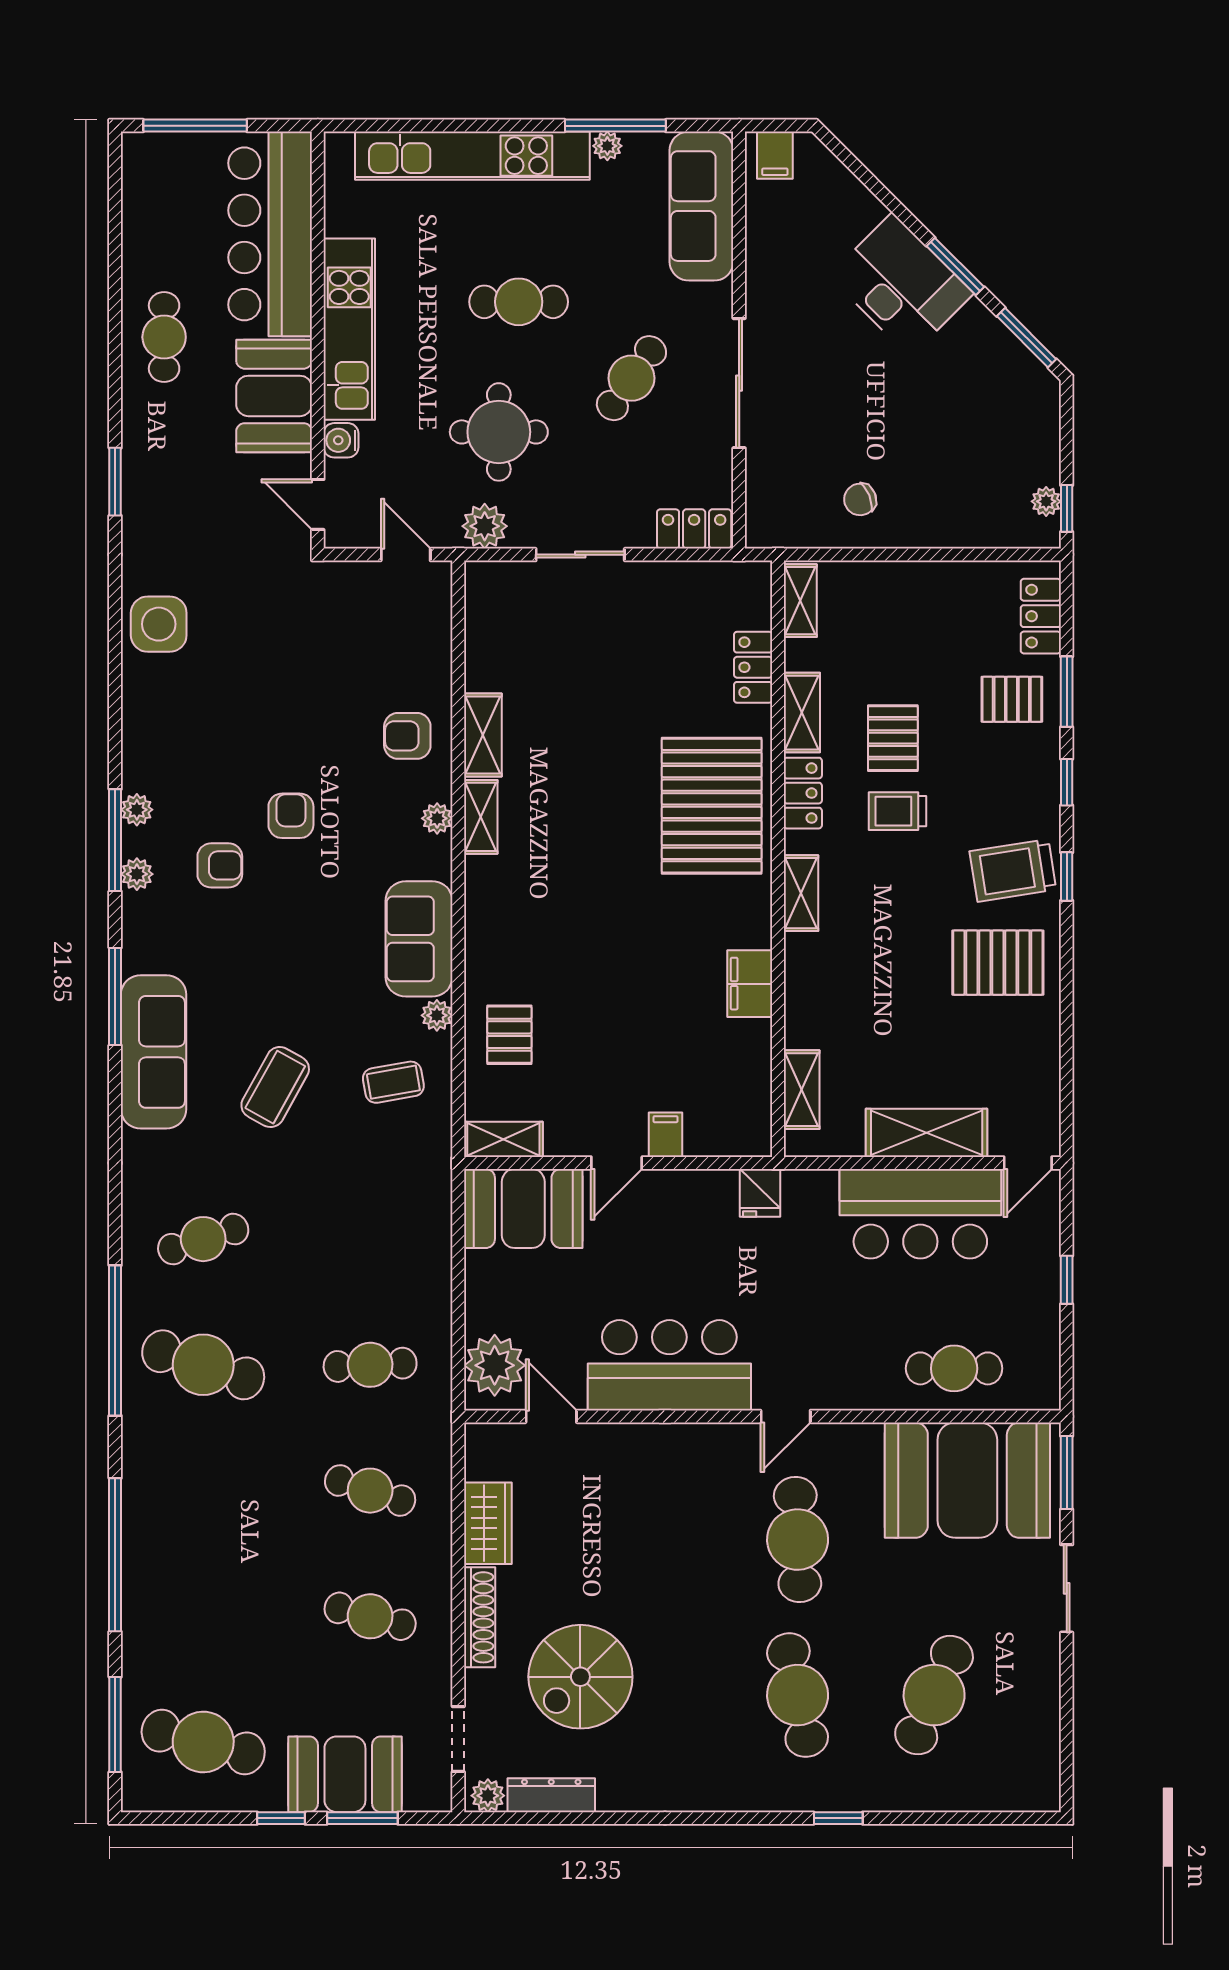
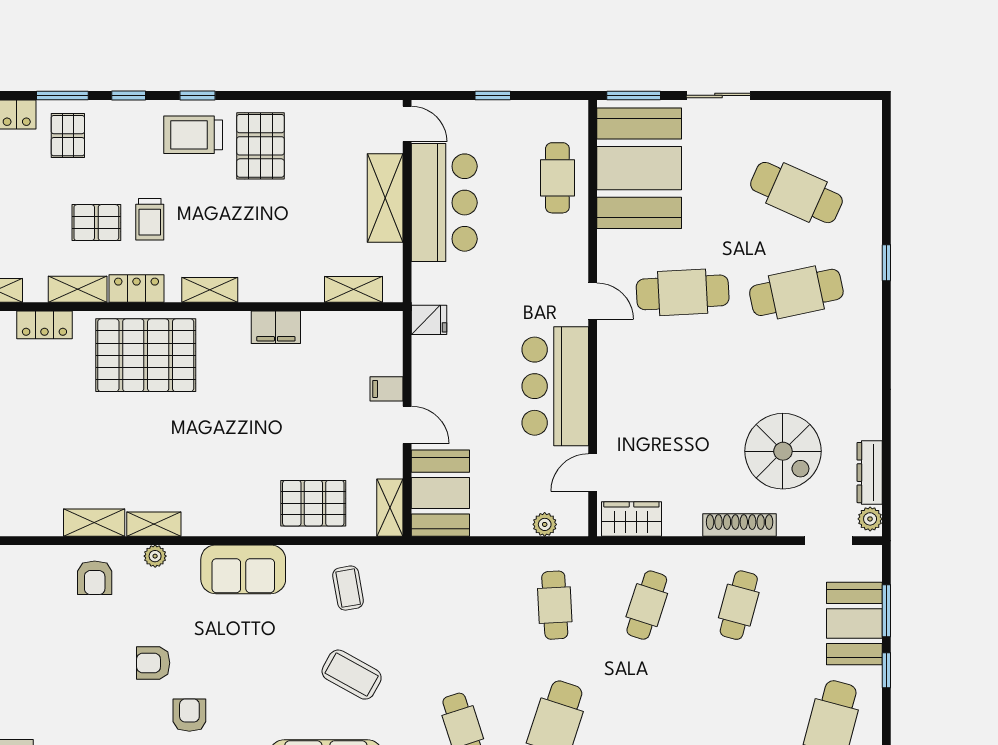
trolley: (1013, 870) -> (193, 135), turned 99
plant: (437, 1015) -> (299, 556), removed
pallet: (509, 1035) -> (313, 503), width x1.50, depth x1.42
plant: (495, 1365) -> (545, 524), width x0.53, depth x0.53
wardrobe: (488, 1523) -> (631, 519), moved

